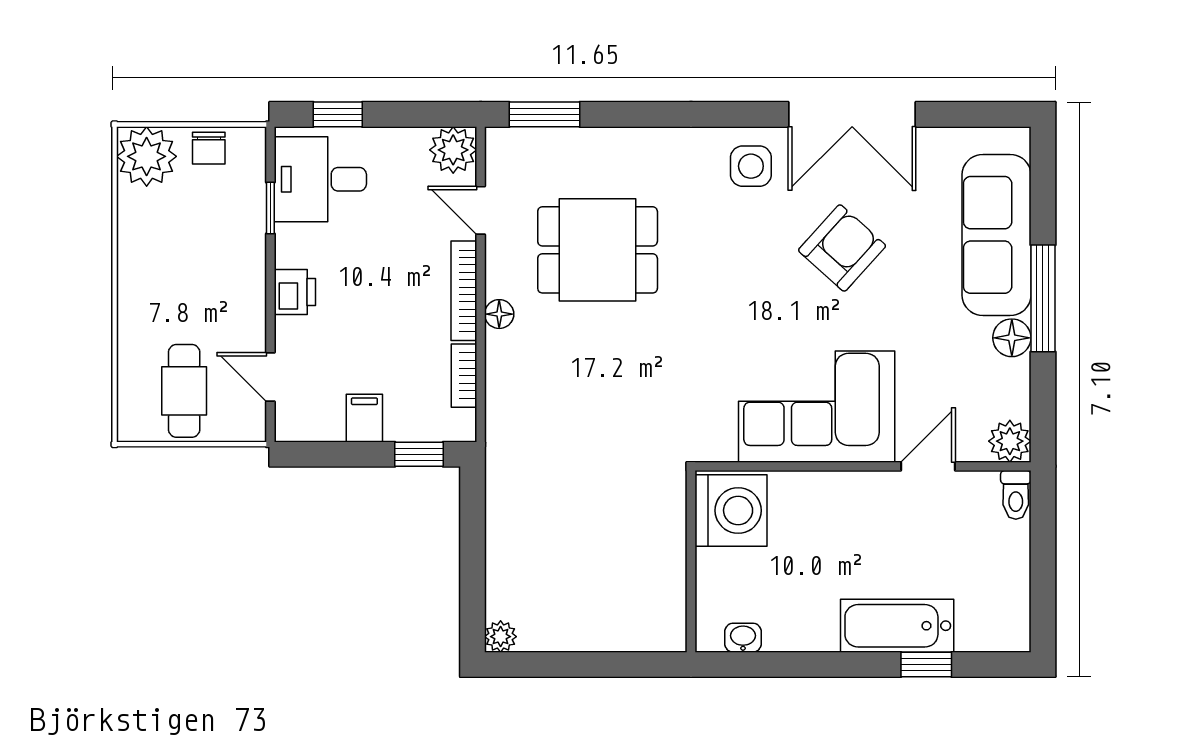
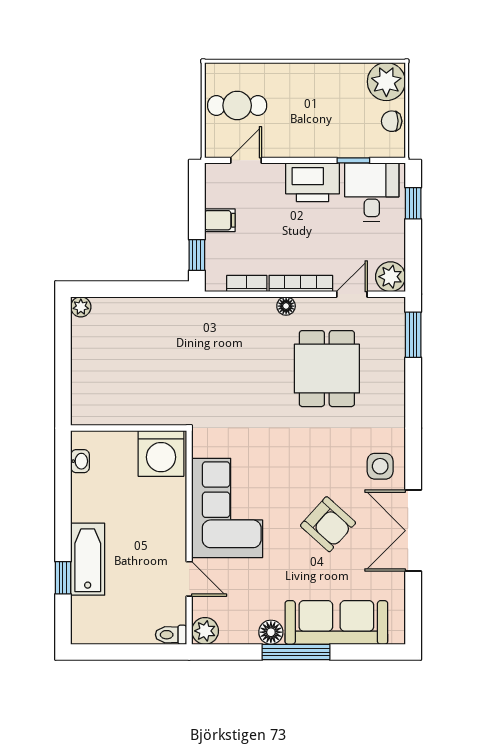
printer: (295, 292) -> (313, 182), width x1.87, depth x1.48

